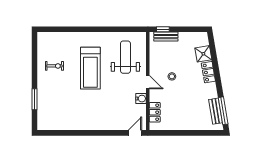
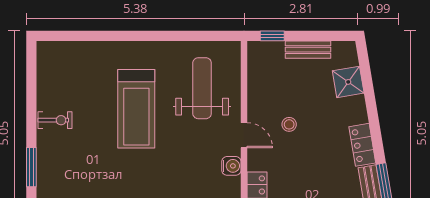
bench: (166, 37) -> (308, 50), moved
exercise bike: (54, 66) -> (55, 120), moved
locker: (208, 72) -> (362, 145), moved

